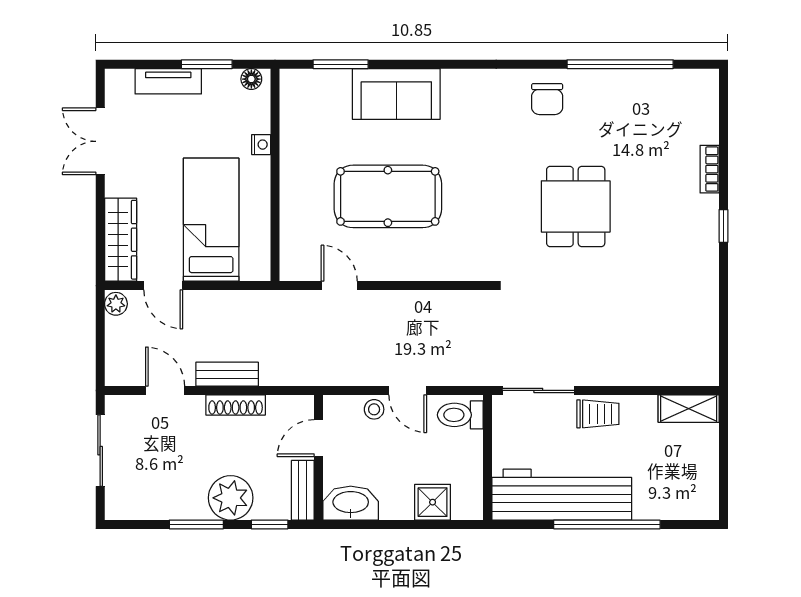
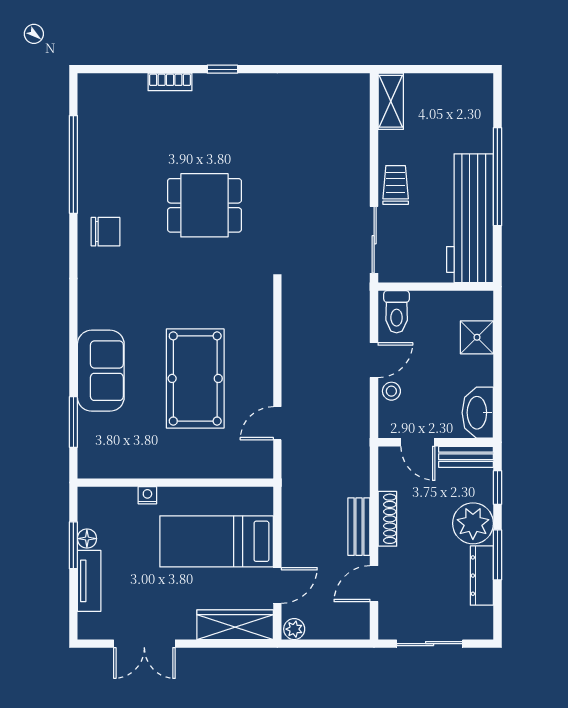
floor lamp: (251, 79) -> (87, 539), moved
dresser: (174, 507) -> (482, 576), added

